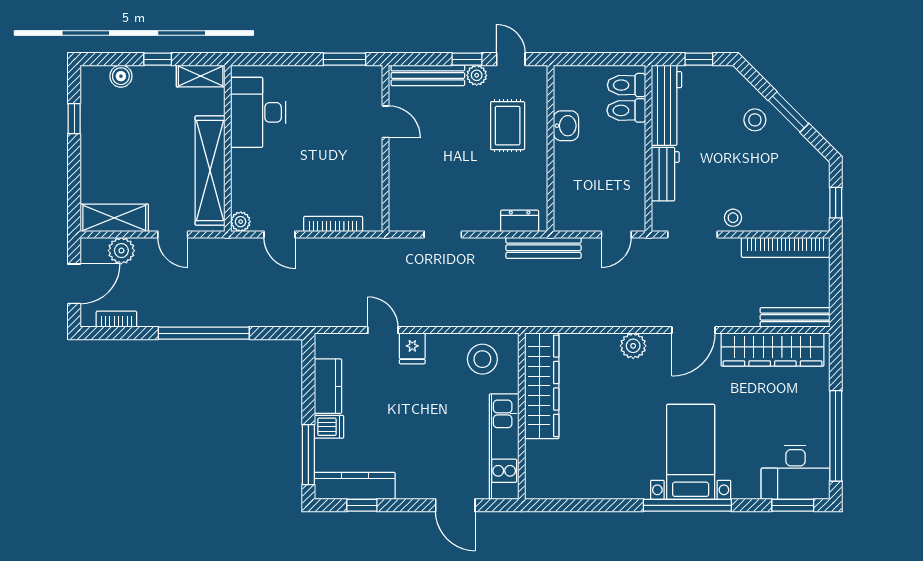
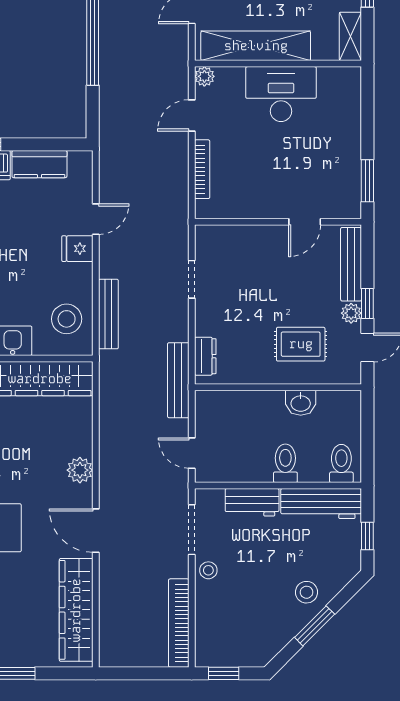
toilet: (626, 110) -> (285, 463), moved
desk: (258, 112) -> (281, 94), moved
bench: (795, 317) -> (108, 314), moved

